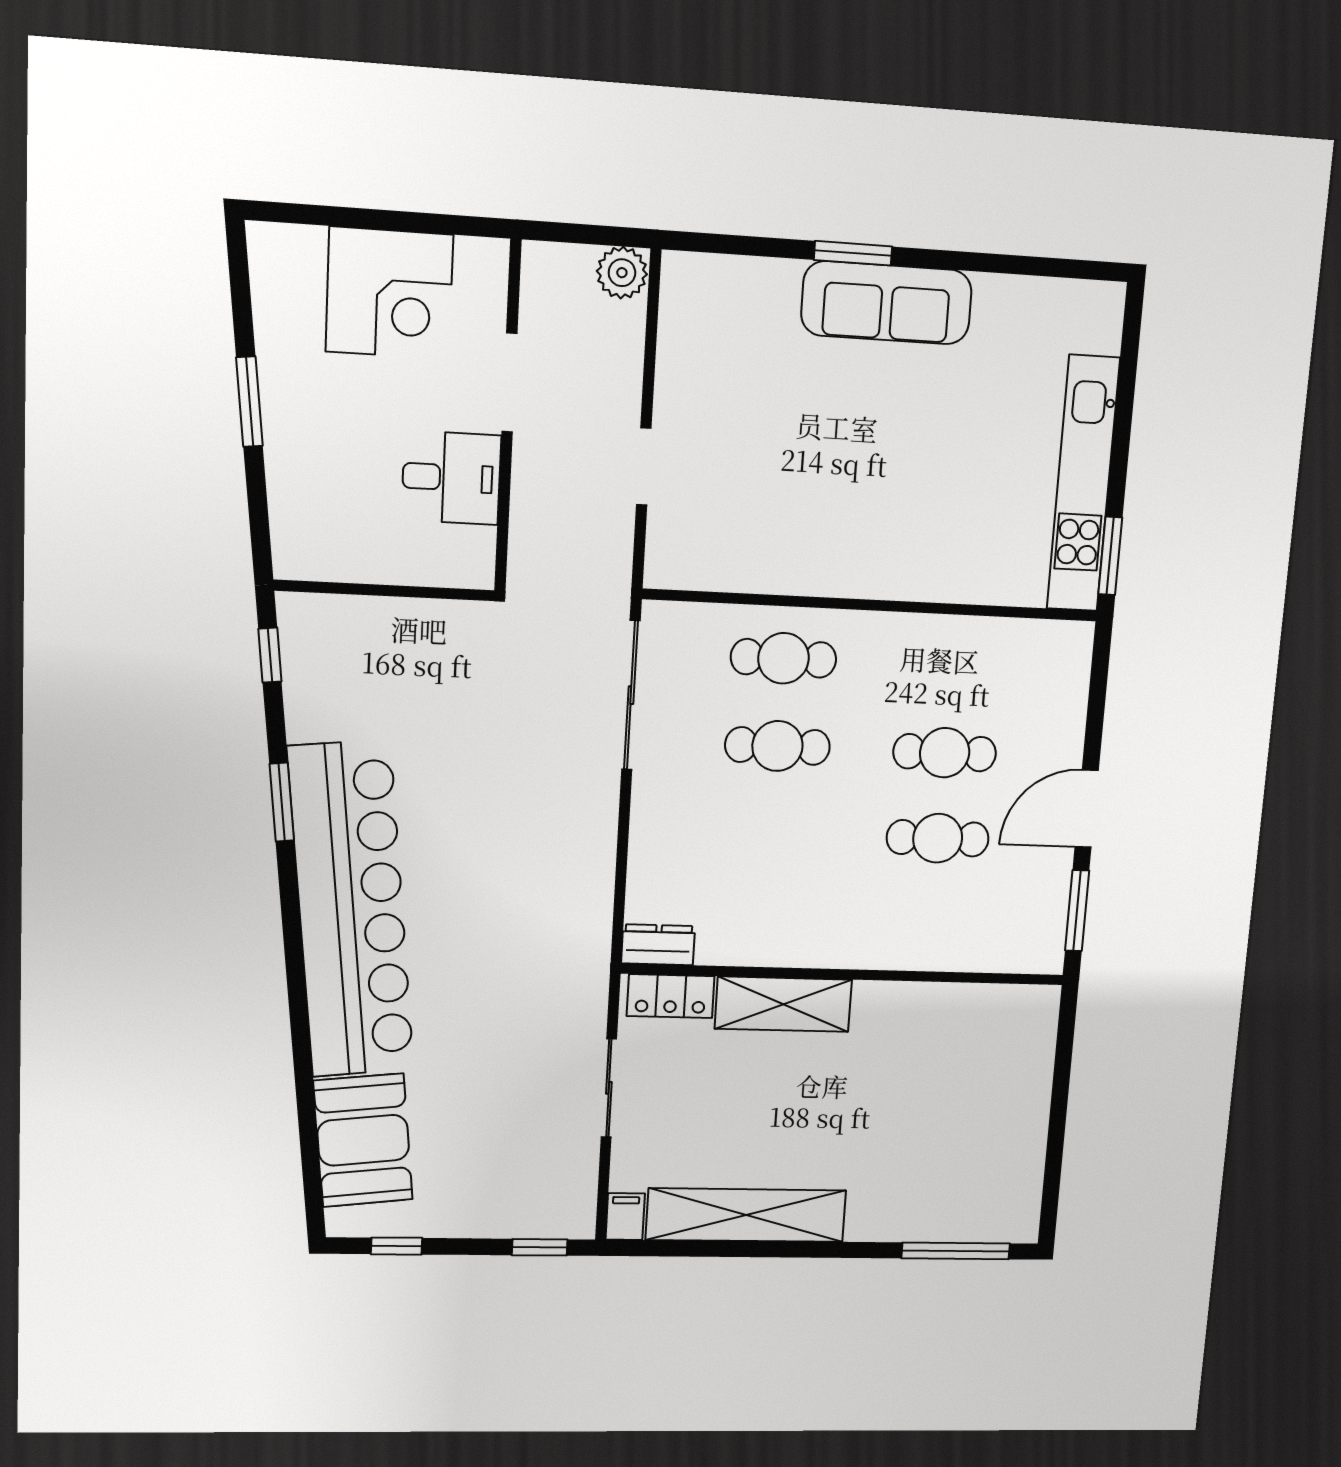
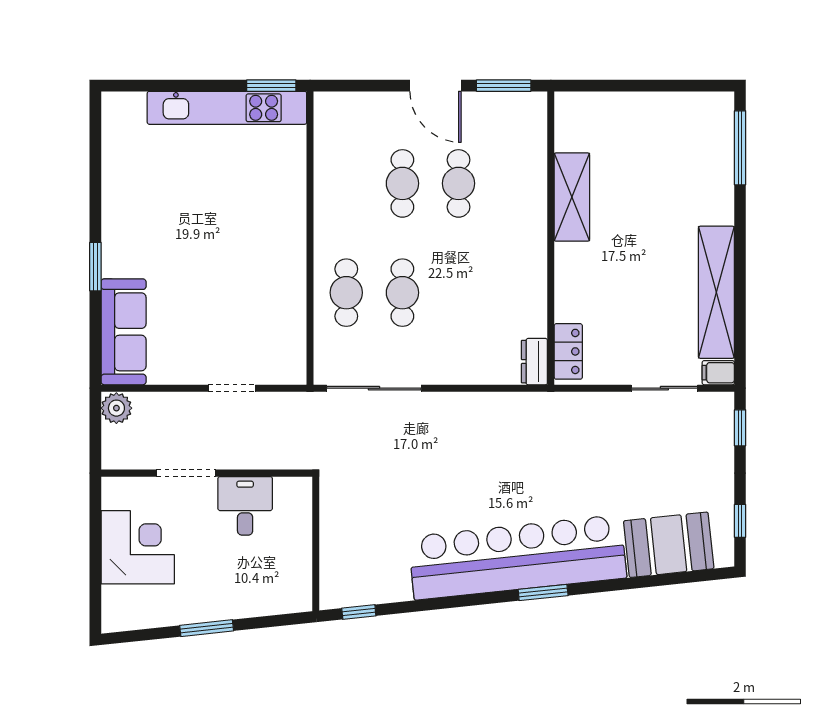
sofa: (887, 303) -> (124, 332), moved
window: (282, 802) -> (543, 592), moved
shelving: (783, 1004) -> (572, 197), moved
sliding door: (609, 1088) -> (664, 388), moved

